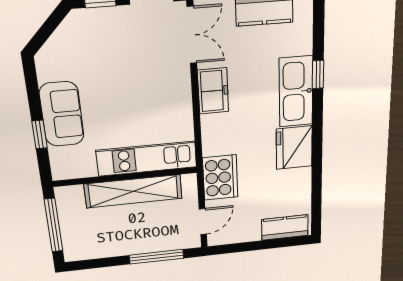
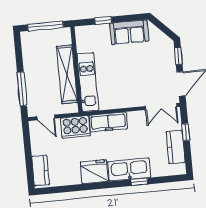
freezer: (213, 91) -> (108, 122), moved, width x1.40
sofa: (62, 114) -> (129, 32), moved

